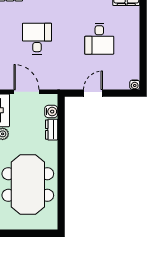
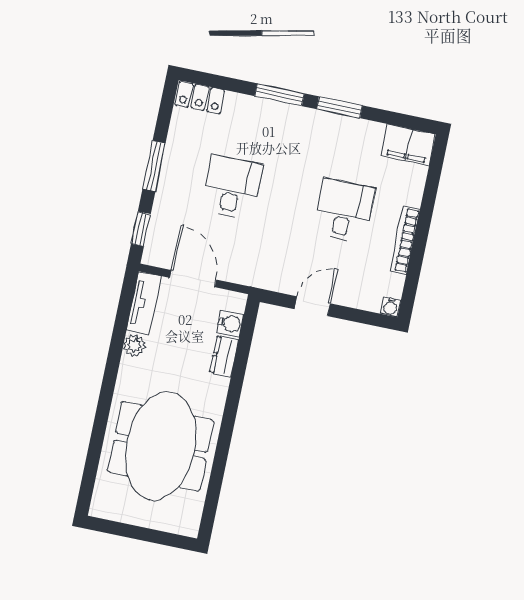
desk: (99, 39) -> (344, 211), turned 180
bookcase: (135, 48) -> (405, 240), added

